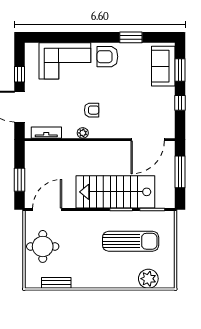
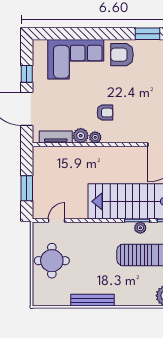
plant: (69, 131) -> (81, 136), added
door: (47, 209) -> (57, 221), width x0.53
plant: (124, 216) -> (140, 228), added
bench: (56, 283) -> (93, 300), moved, width x1.36

